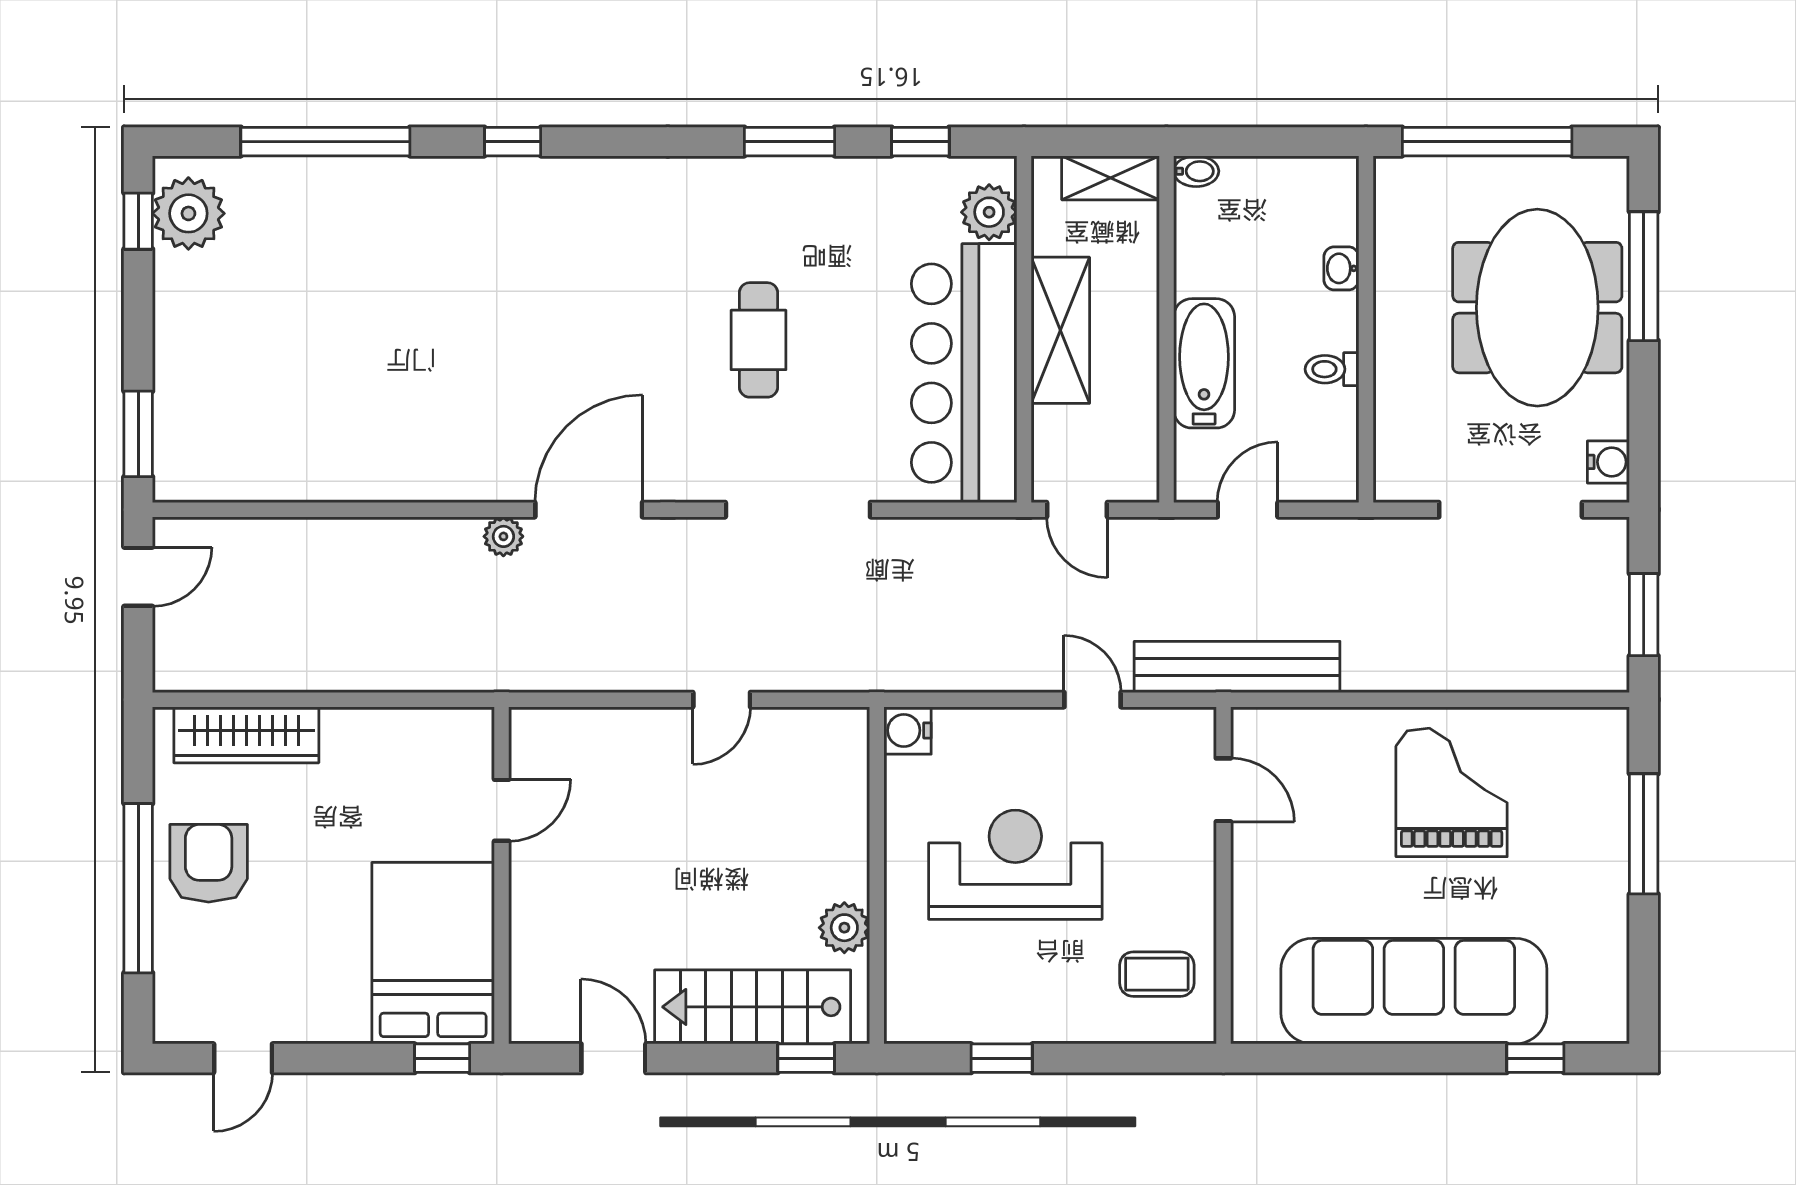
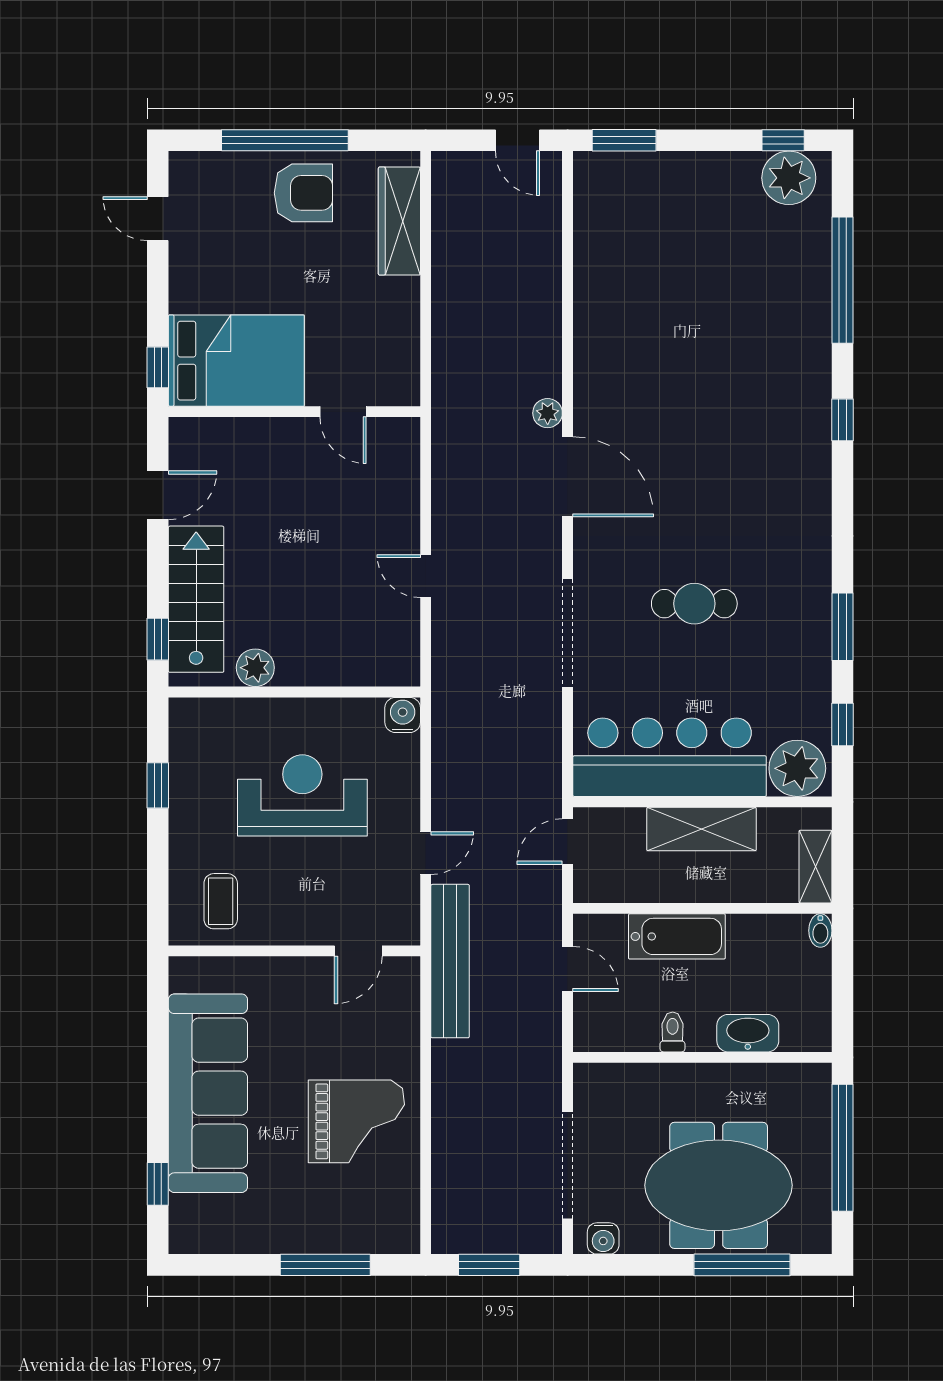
plant: (989, 212) -> (797, 768), width x1.36, depth x1.36
washbasin: (1341, 268) -> (748, 1033), width x1.91, depth x1.45
reception desk: (1015, 865) -> (302, 795), turned -90

